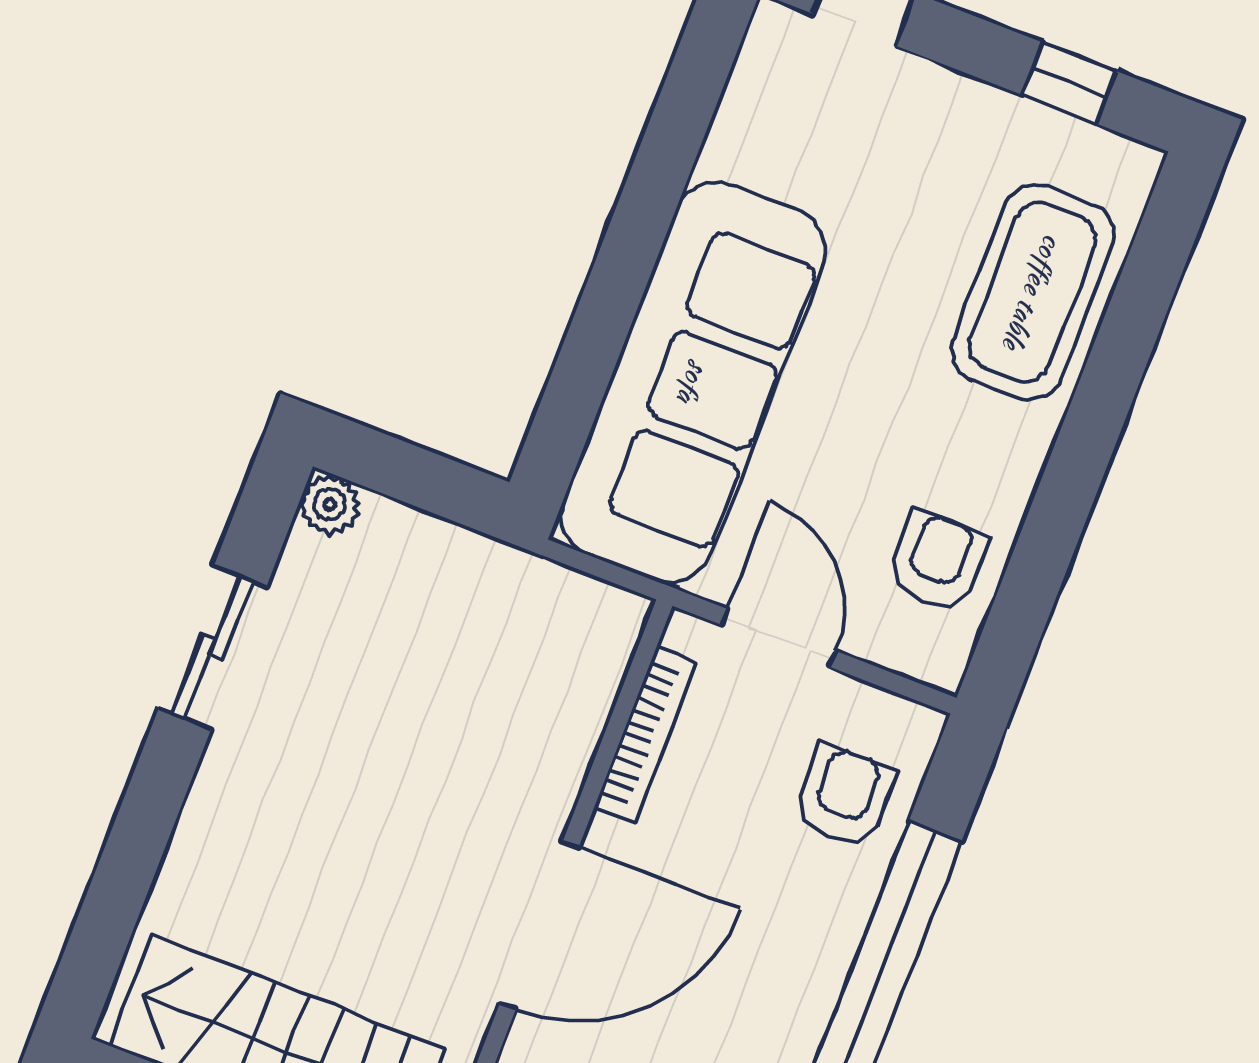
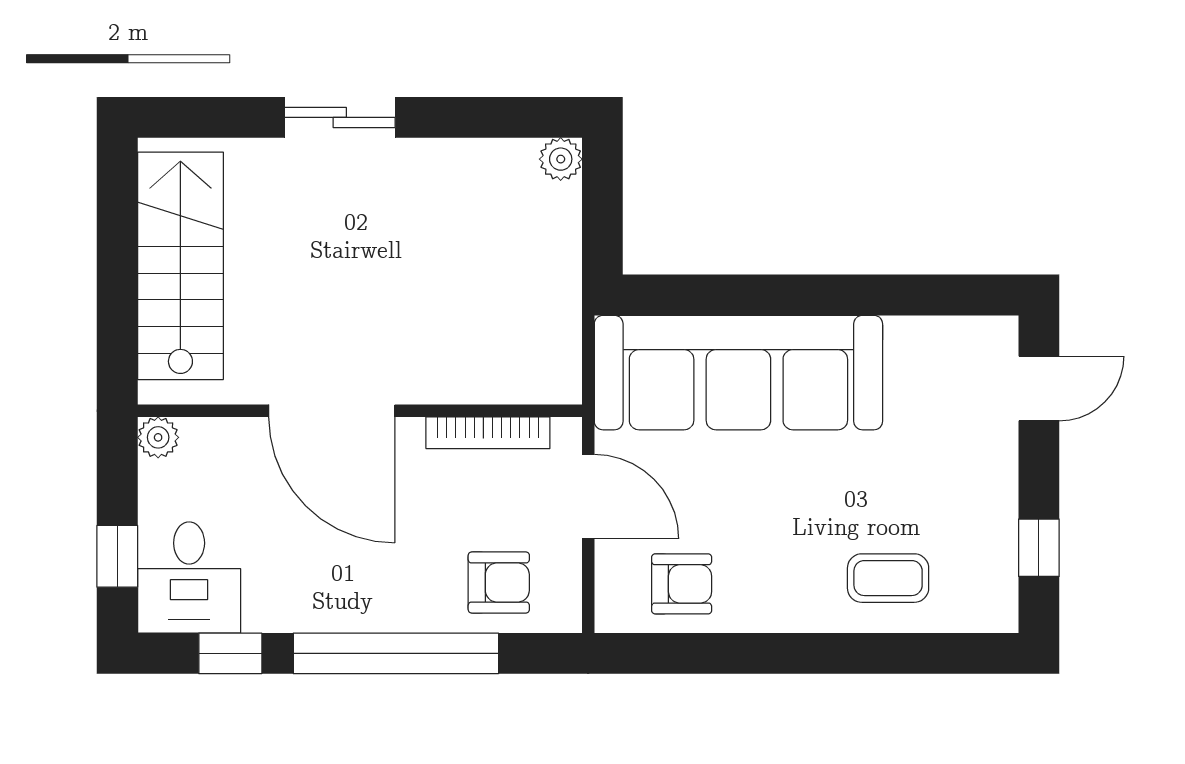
coffee table: (1033, 292) -> (888, 578), width x0.54, depth x0.58
door: (778, 638) -> (588, 497), hinge flipped
sliding door: (213, 647) -> (340, 117), moved

